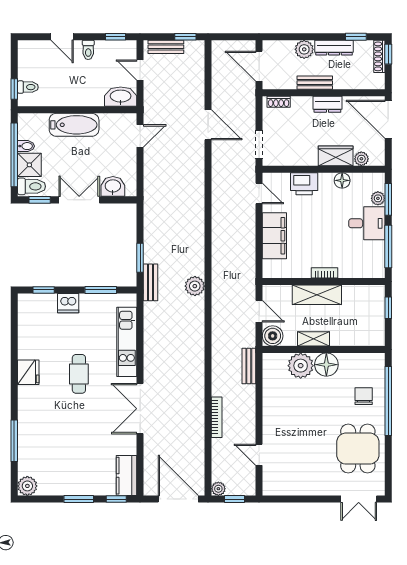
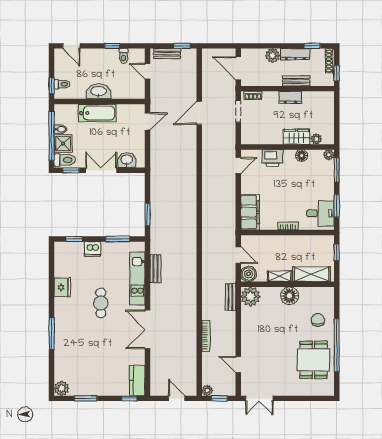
door: (62, 37) -> (71, 46), moved
window: (116, 37) -> (112, 46), moved
toilet: (88, 50) -> (124, 56), moved
window: (388, 54) -> (337, 73), moved
bench: (315, 83) -> (296, 81), moved
washbasin: (121, 97) -> (99, 92), moved
door: (388, 119) -> (337, 109), removed
door: (208, 125) -> (199, 113), swing flipped
doorway: (259, 144) -> (238, 112), moved
door: (259, 194) -> (238, 165), hinge flipped
plant: (378, 198) -> (329, 155), moved
desk: (367, 223) -> (320, 213), moved
filing cabinet: (274, 236) -> (250, 212), moved
window: (388, 247) -> (337, 206), width x0.69
bench: (150, 282) -> (155, 269), moved
plant: (195, 286) -> (189, 236), removed
shelving: (317, 295) -> (312, 274), moved
plant: (301, 366) -> (250, 297), moved
fridge: (28, 372) -> (62, 287), moved
window: (388, 401) -> (337, 345), moved
window: (14, 441) -> (52, 333), moved
window: (79, 499) -> (86, 398), moved
door: (178, 499) -> (177, 398), width x0.53
double door: (359, 499) -> (259, 398), moved

